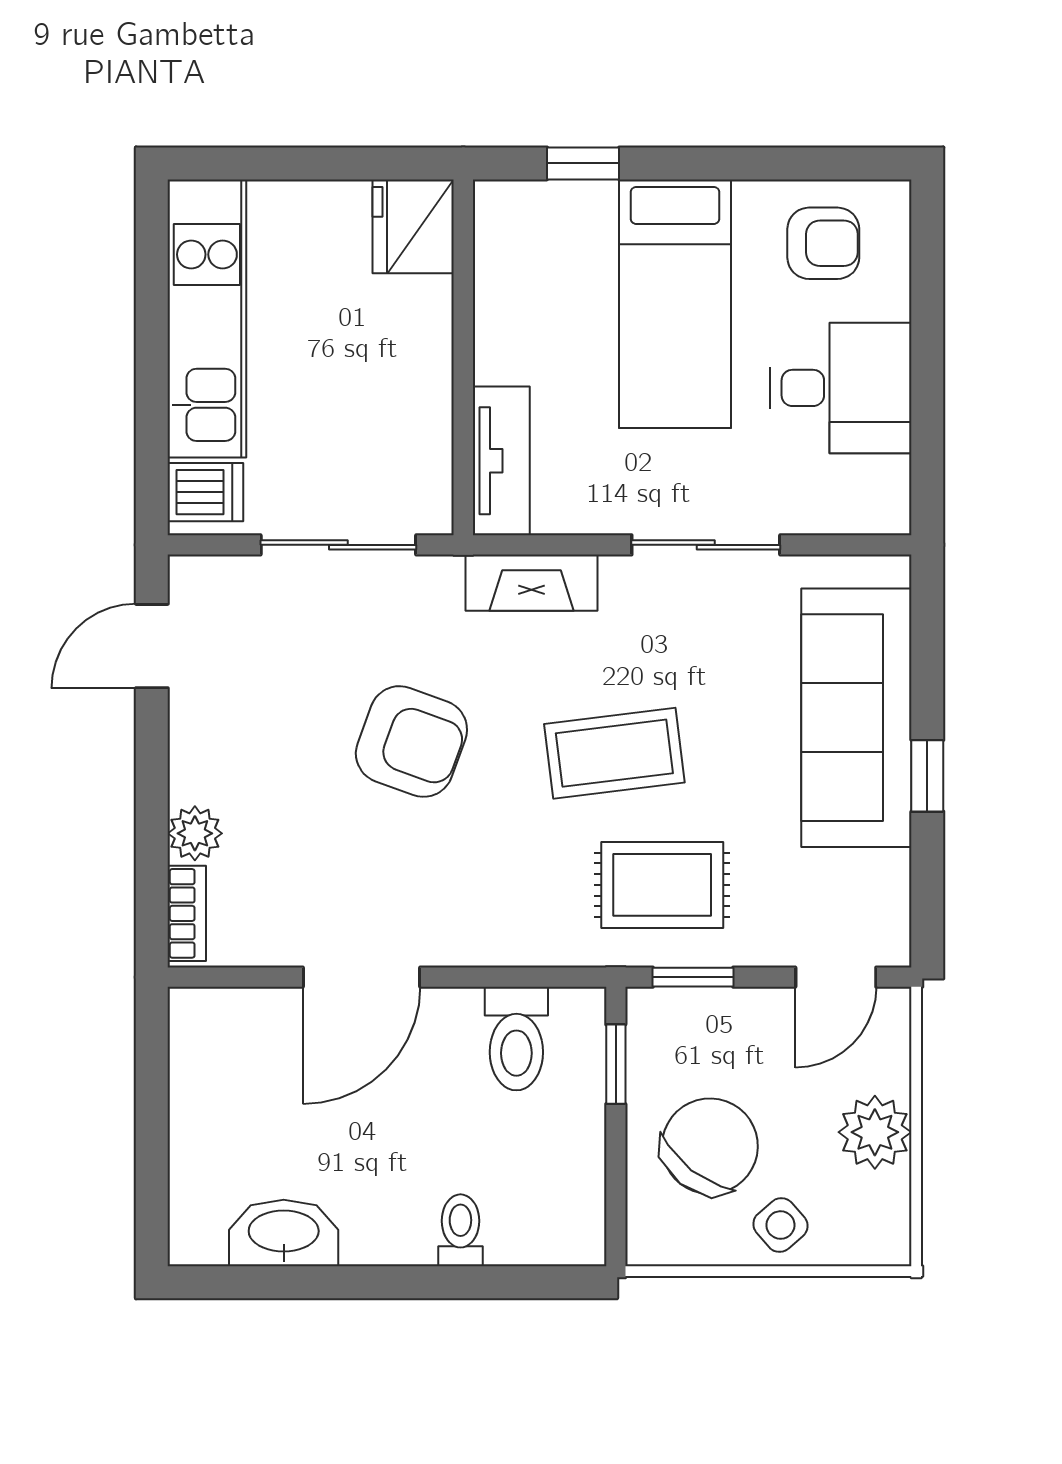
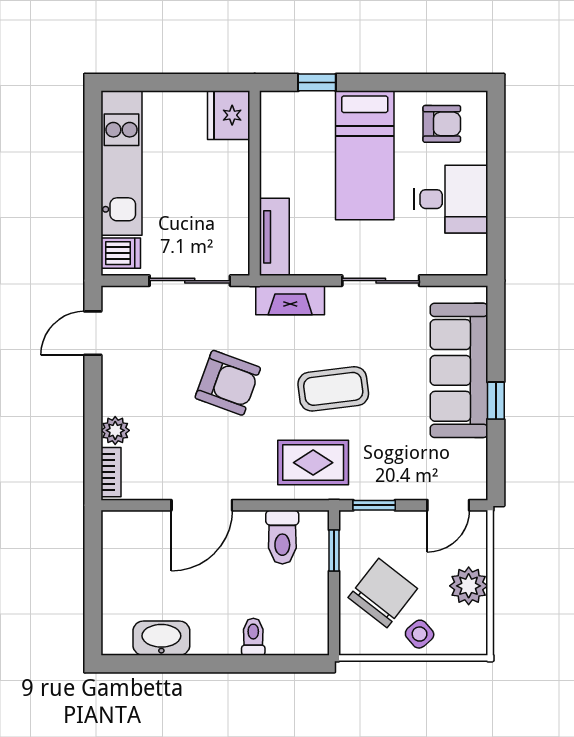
rug: (662, 885) -> (313, 463), moved

